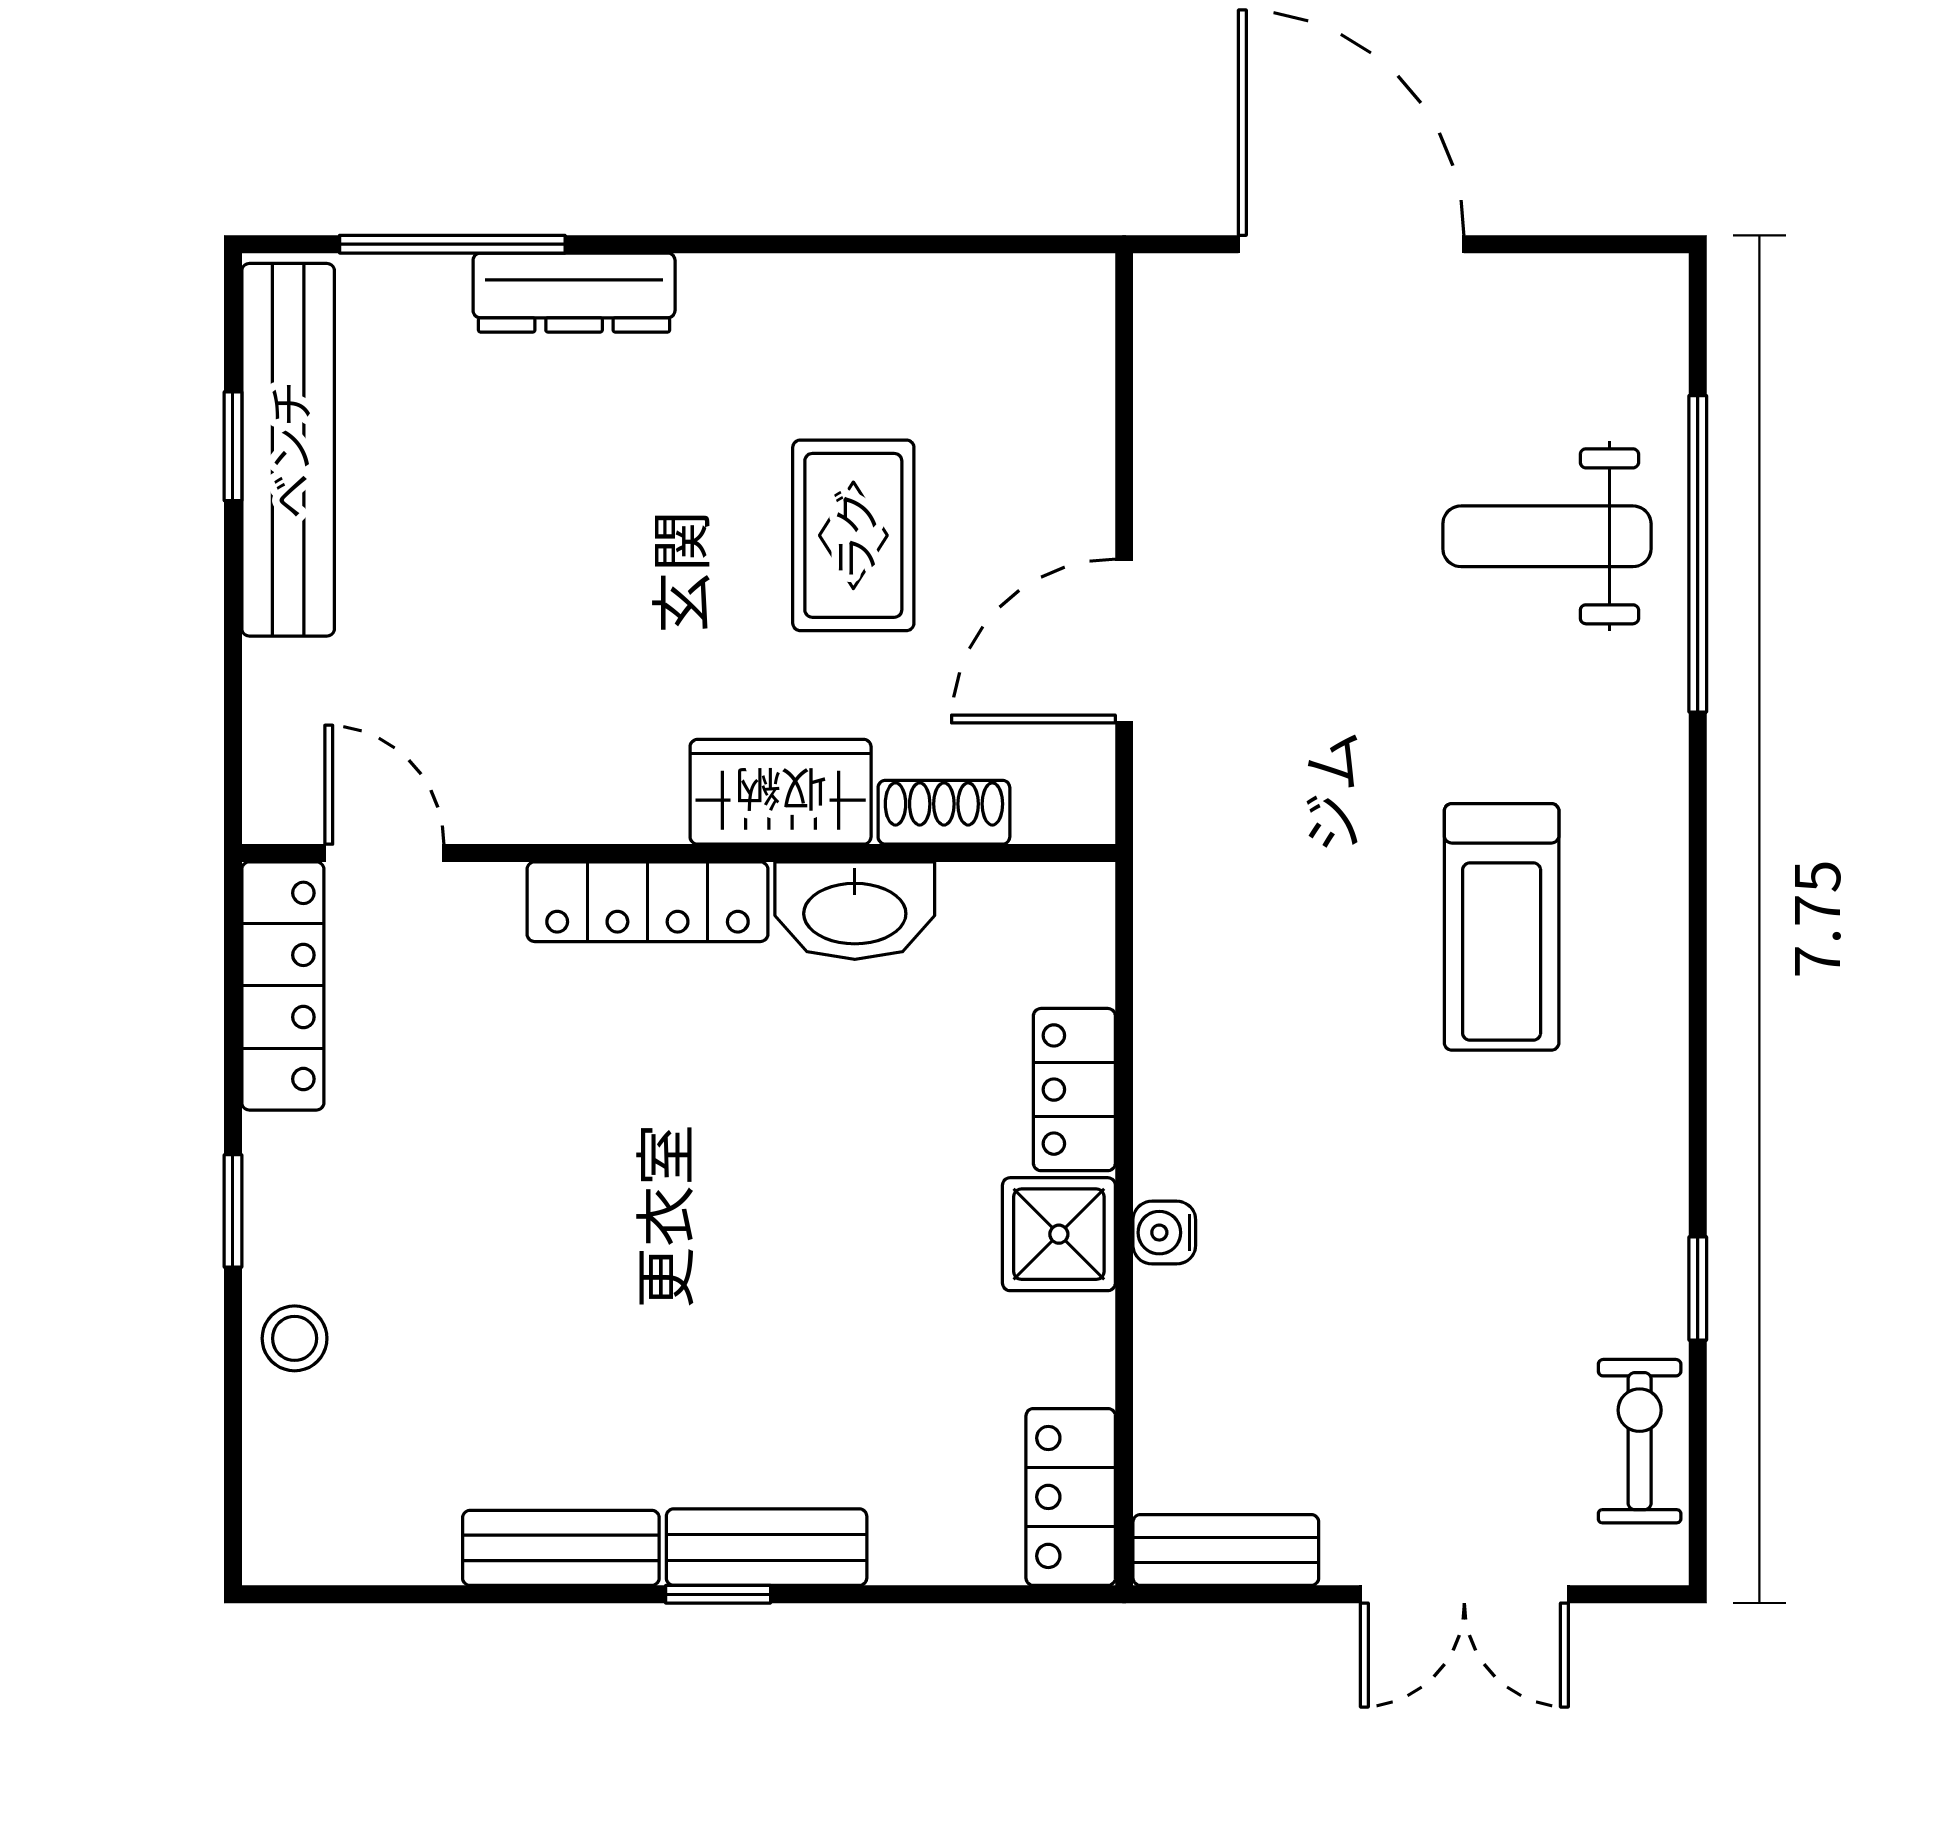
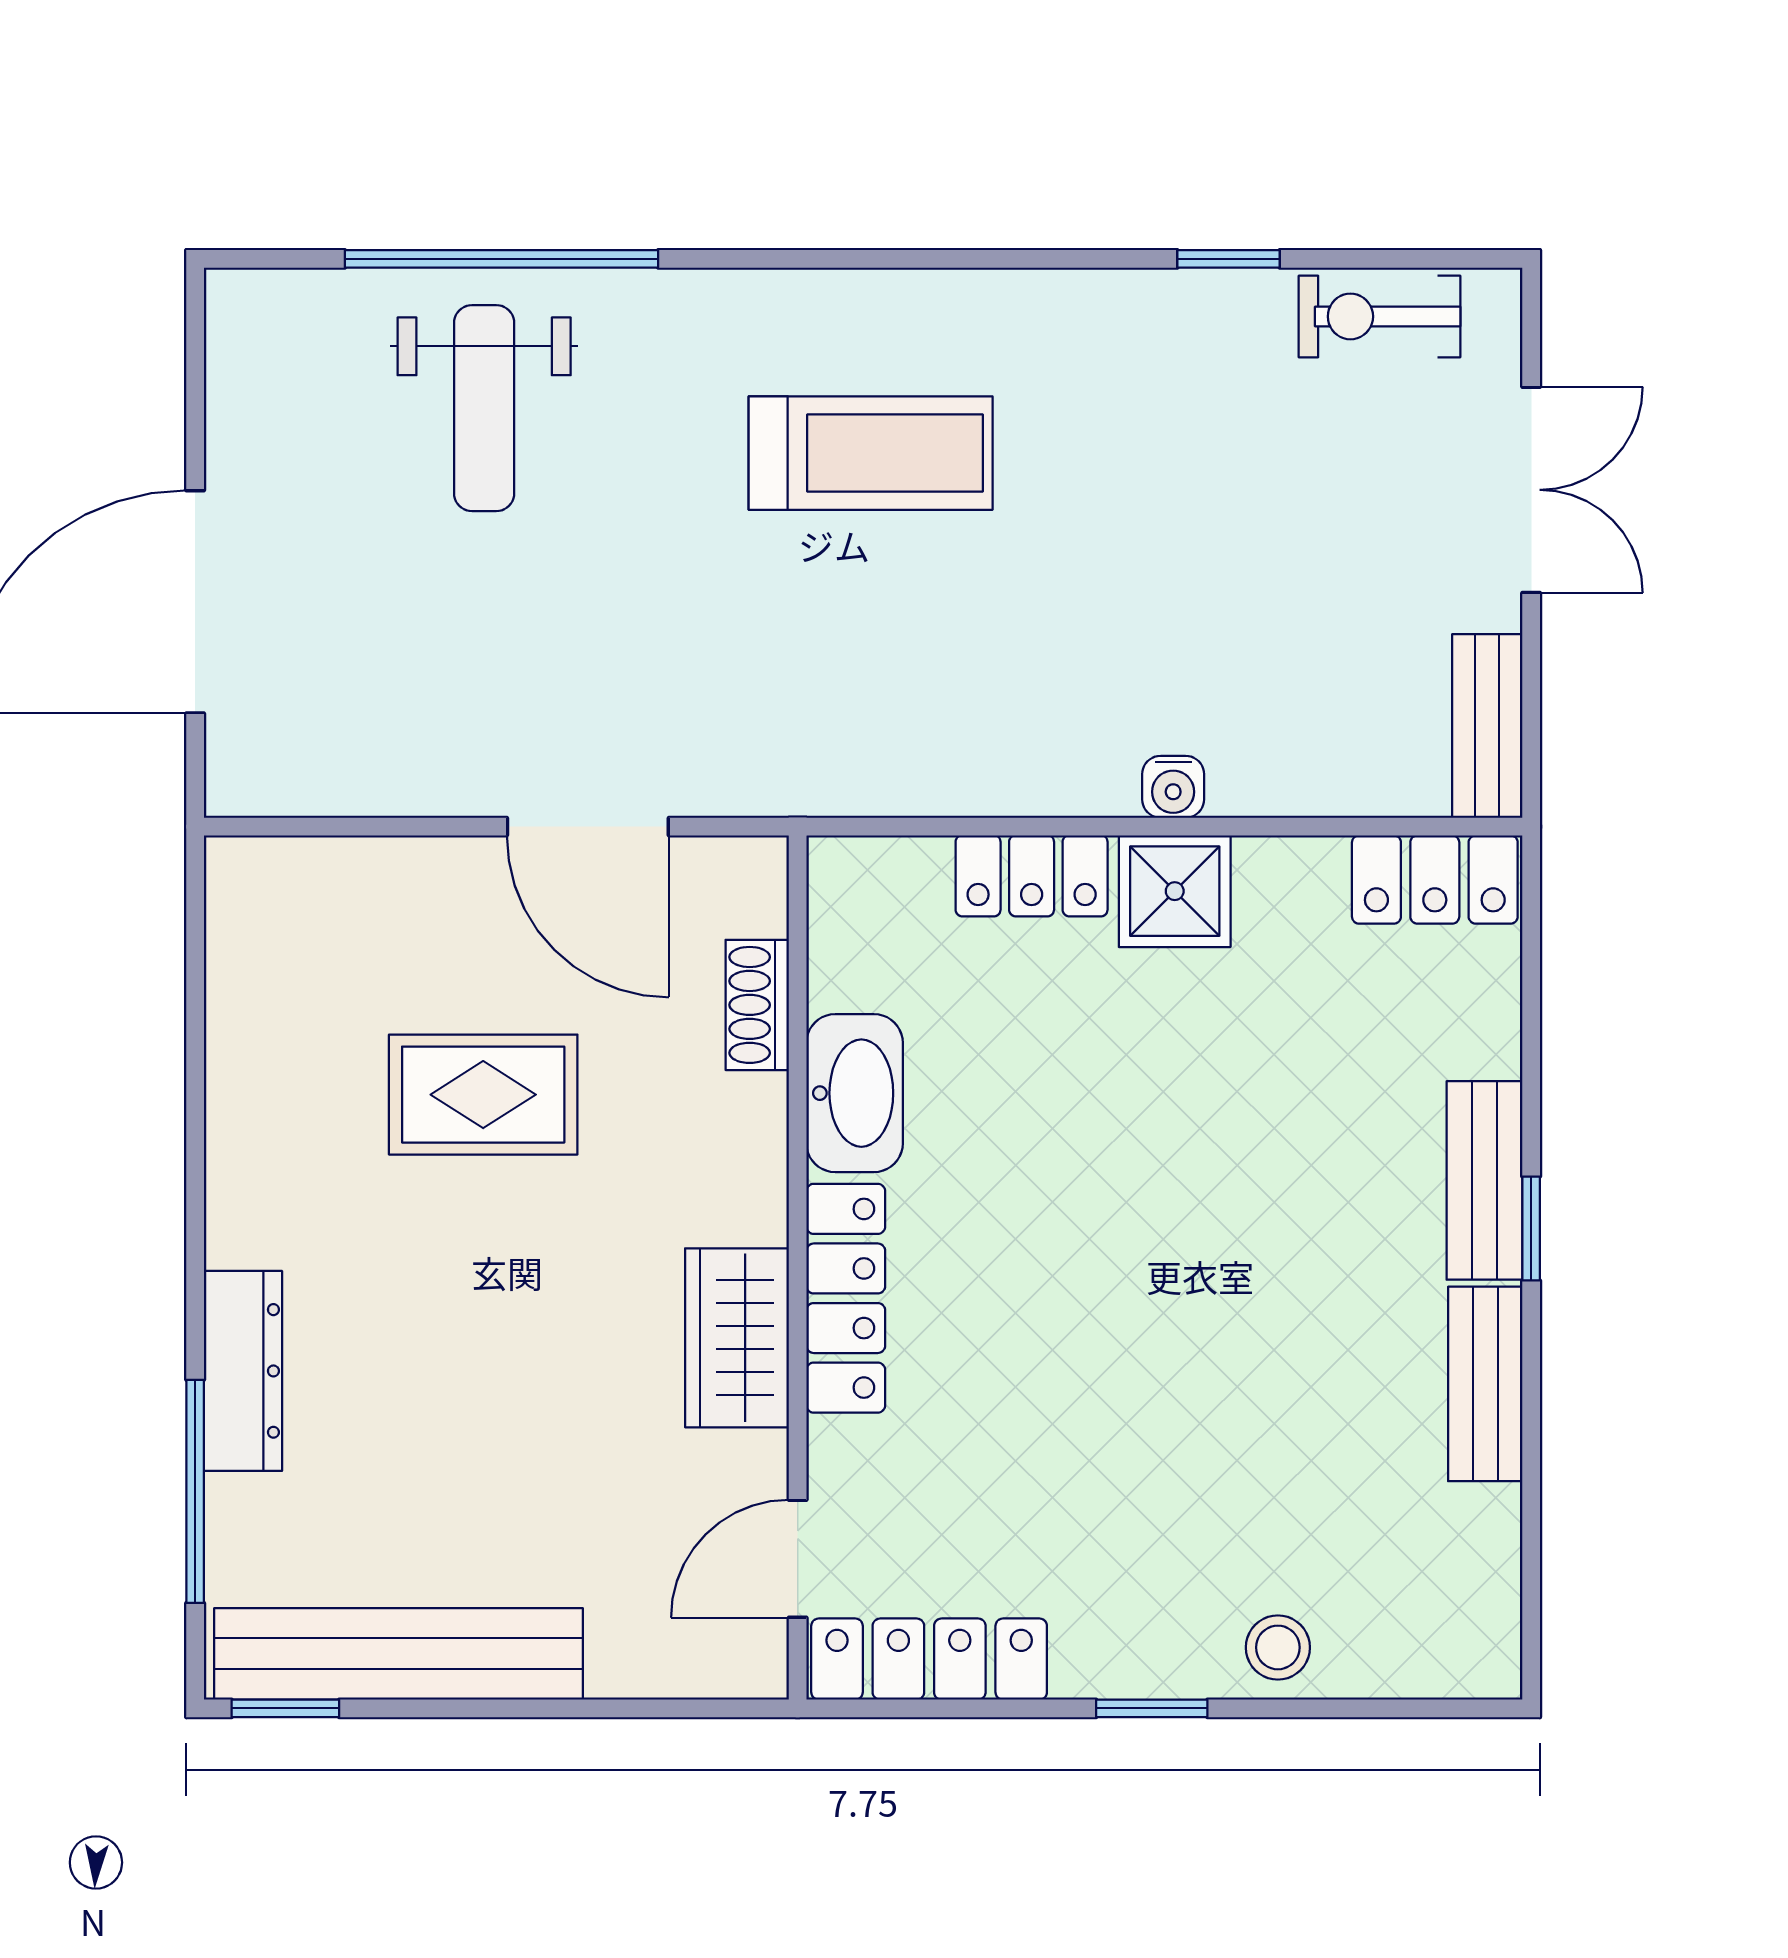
window: (233, 446) -> (285, 1708), moved
wardrobe: (781, 792) -> (737, 1338), moved

